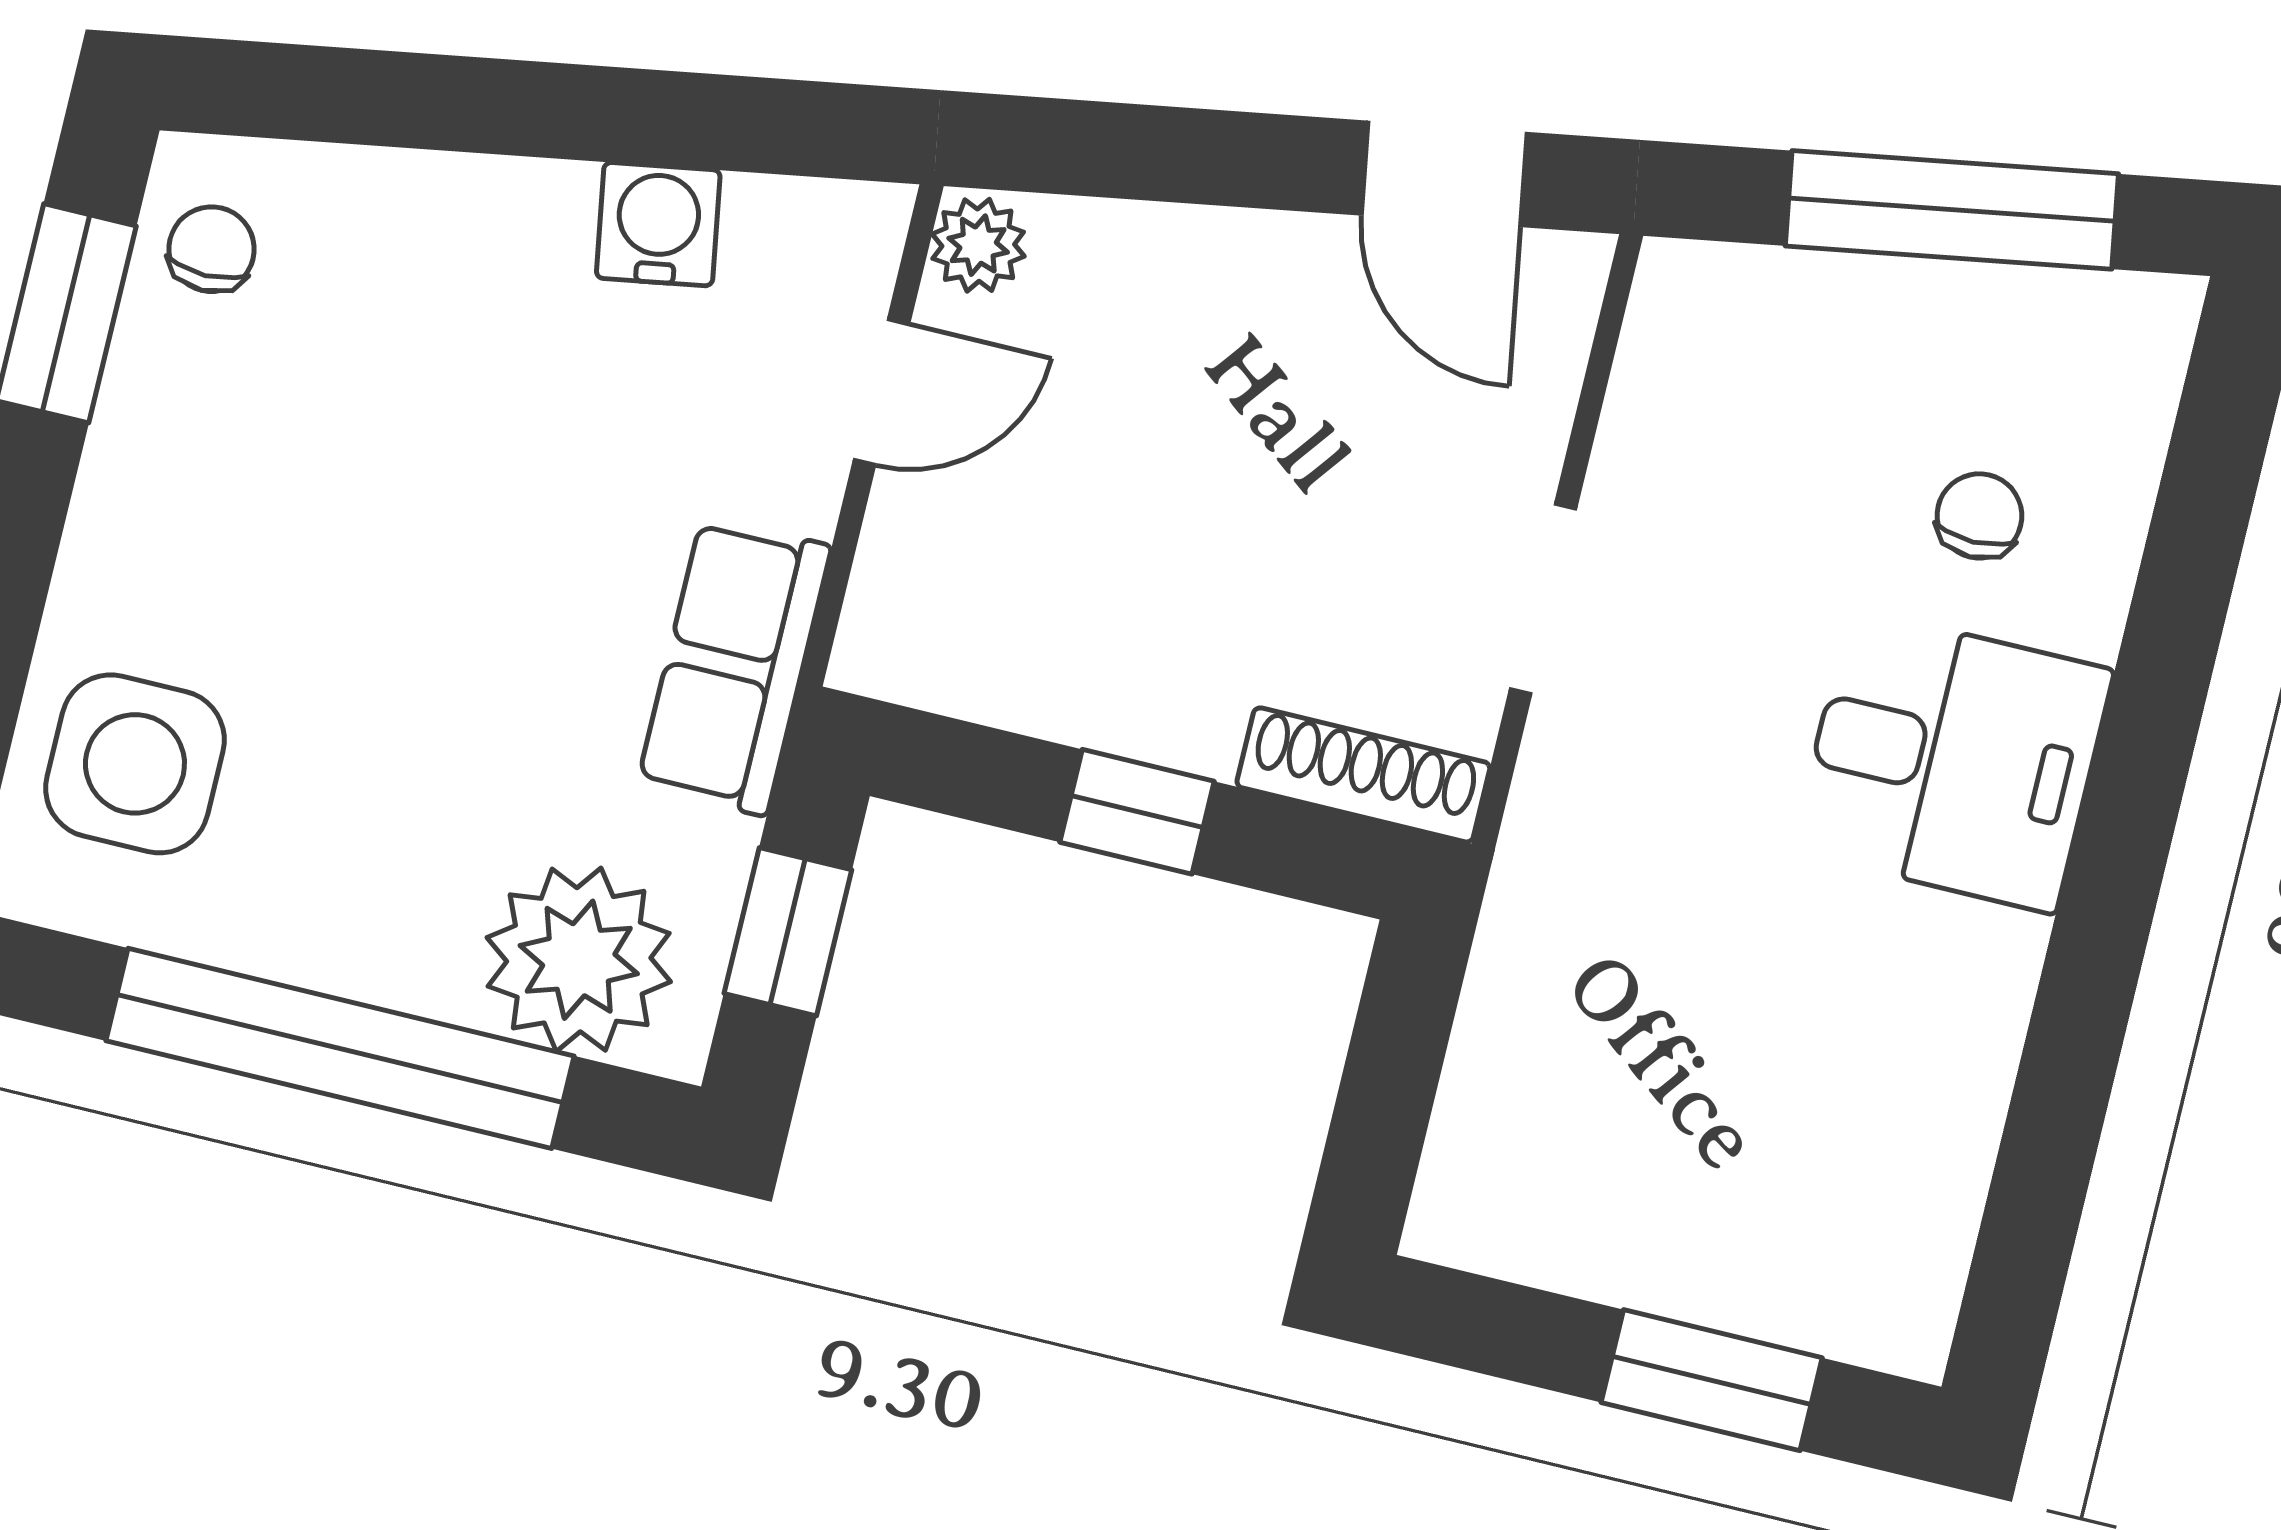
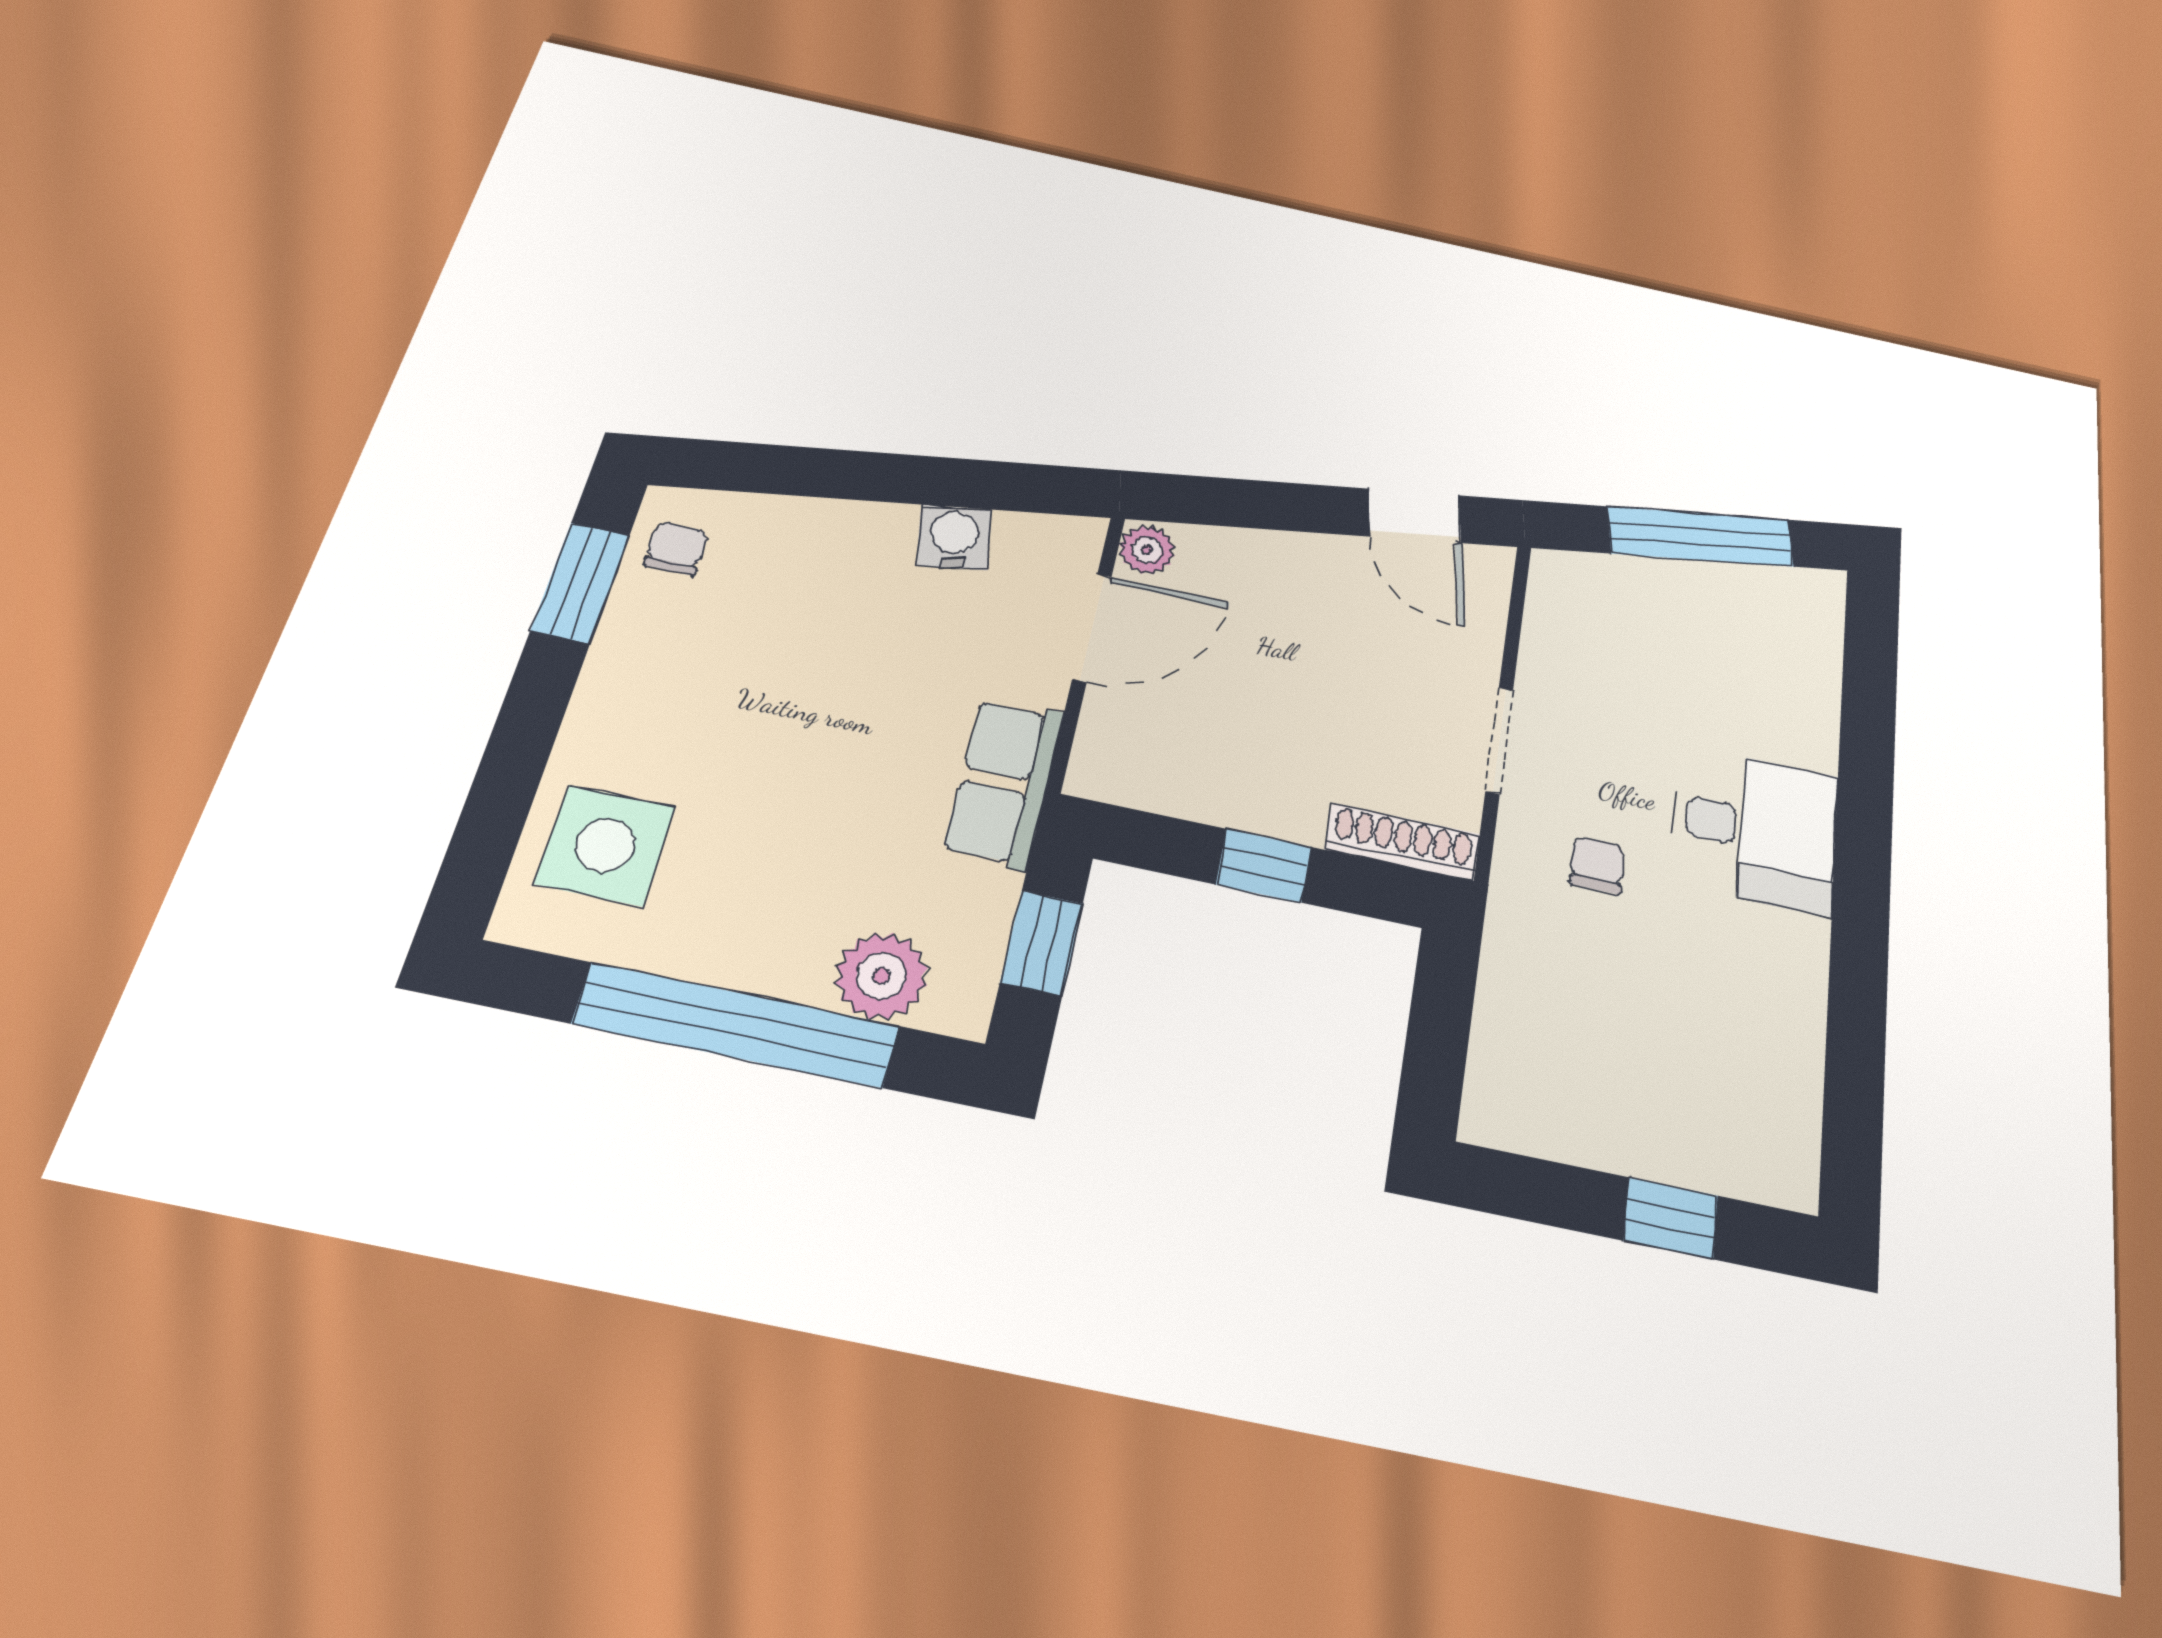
door: (882, 392) -> (1092, 627), width x1.38
chair: (1979, 516) -> (1597, 865), moved
plant: (579, 960) -> (881, 976), width x0.73, depth x0.73
window: (1712, 1380) -> (1671, 1218), width x0.67

